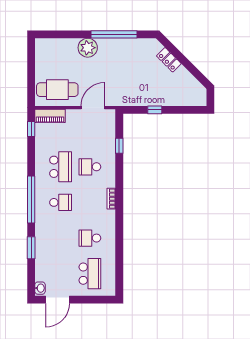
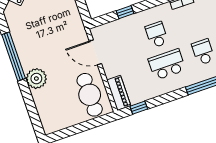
school desk: (90, 167) -> (157, 35), turned 180

